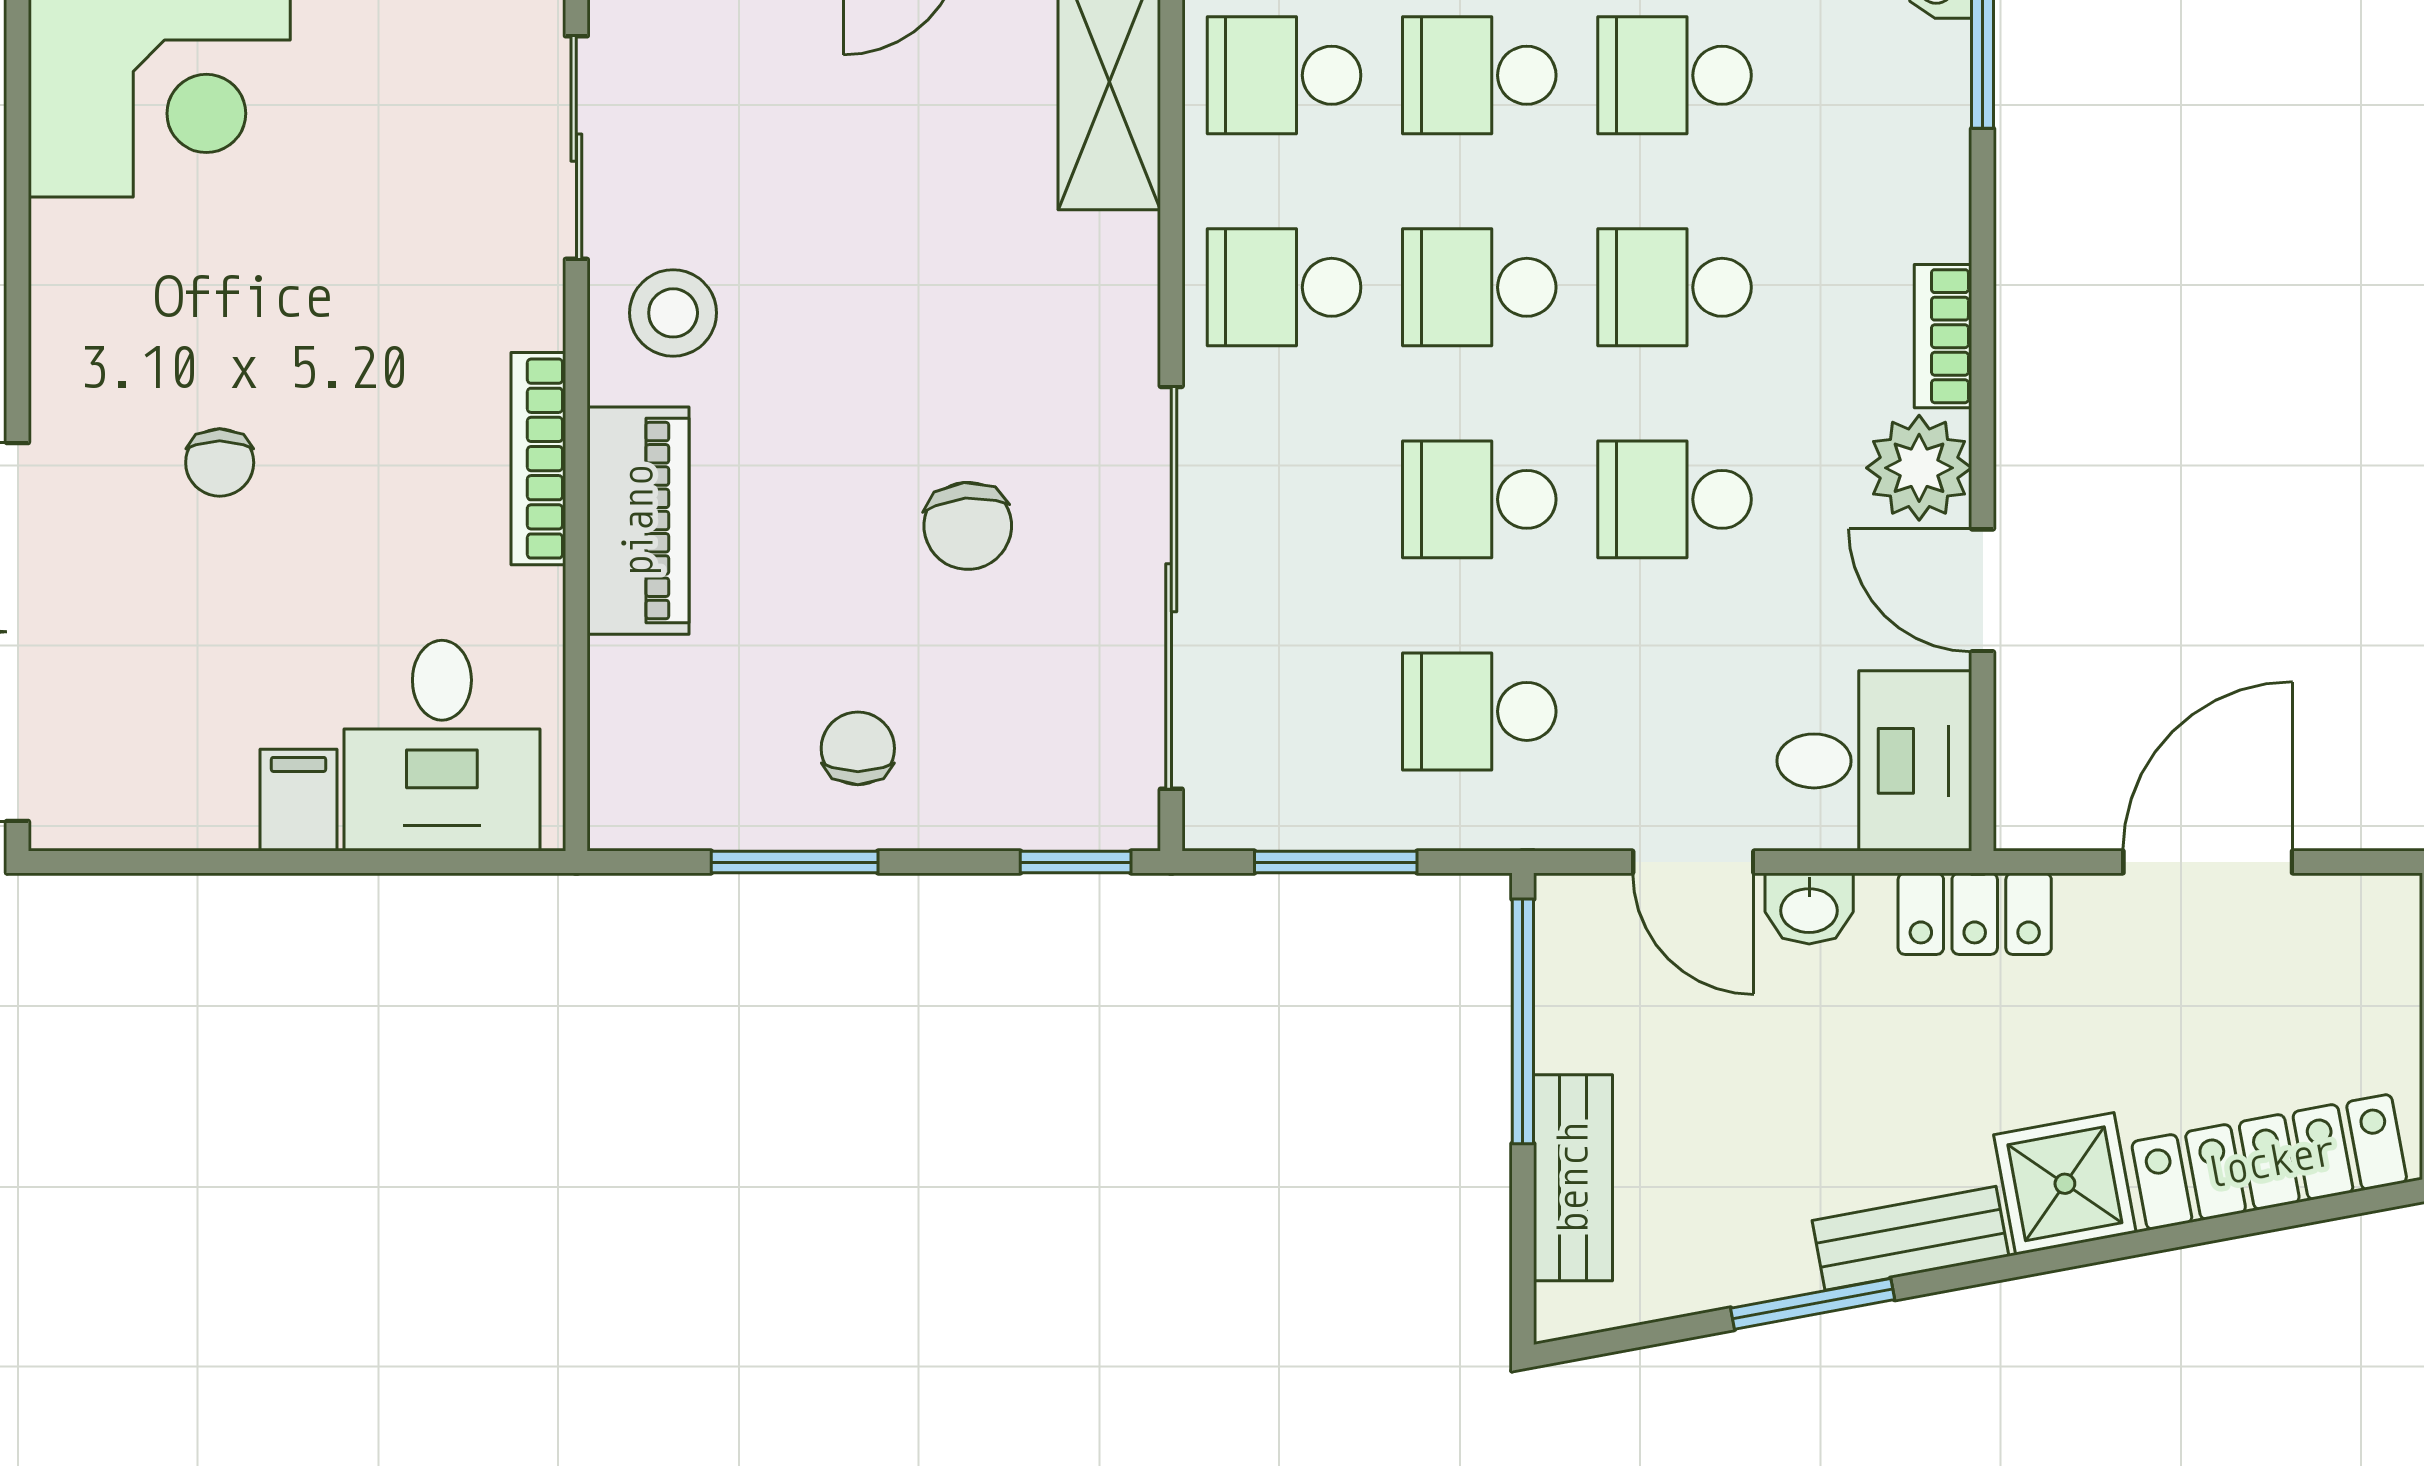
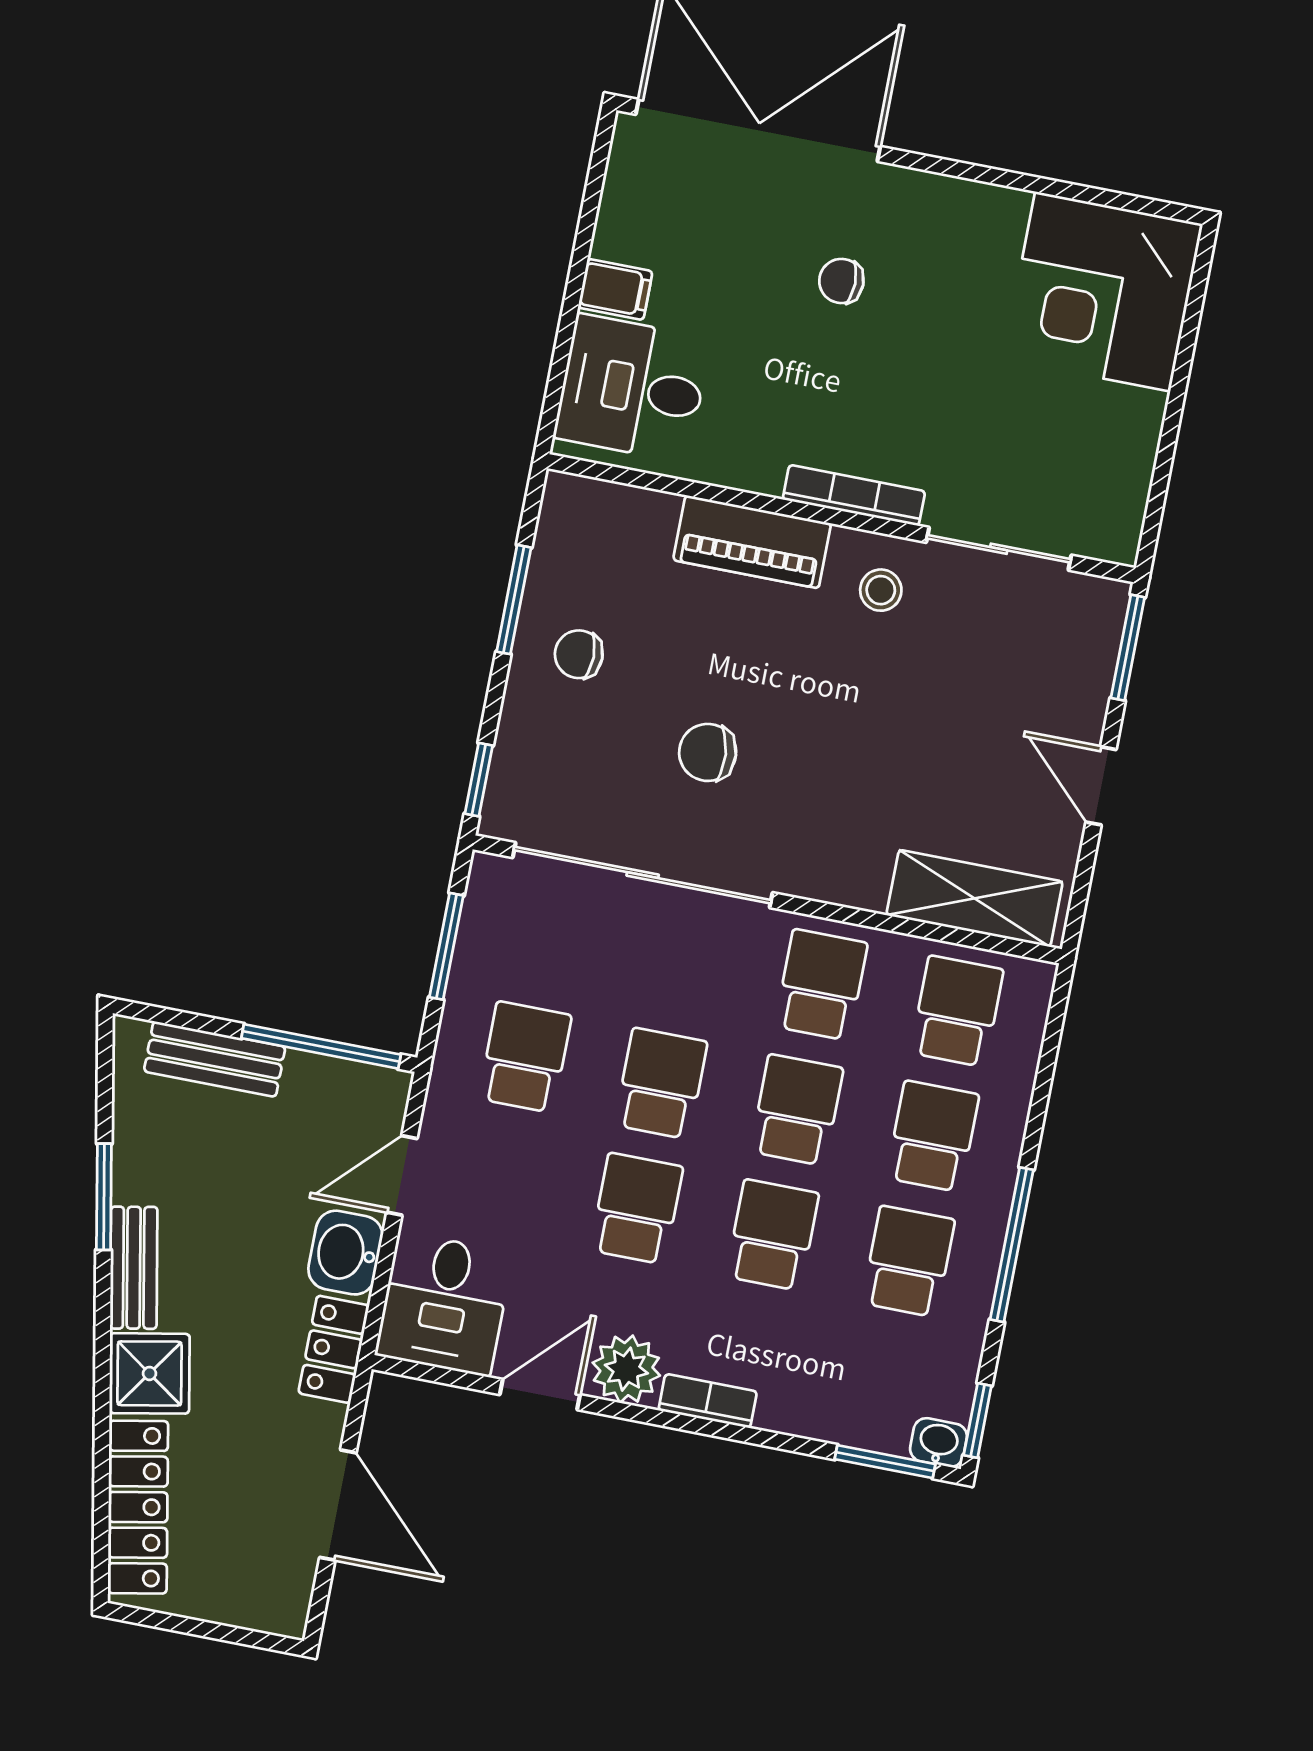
stool: (673, 313) -> (881, 590), width x0.73, depth x0.73
bookcase: (538, 459) -> (854, 495), moved
chair: (858, 748) -> (579, 654), turned 180
washbasin: (1809, 908) -> (345, 1253), width x1.38, depth x1.45

